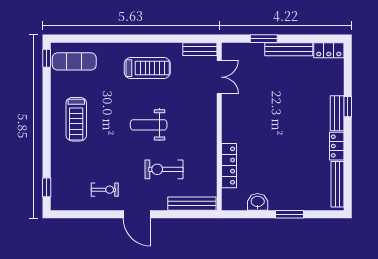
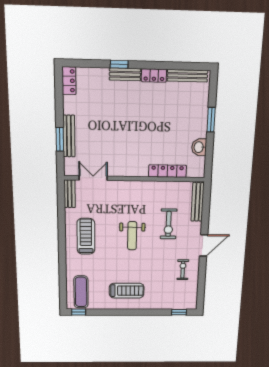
bench: (289, 49) -> (69, 136), moved

